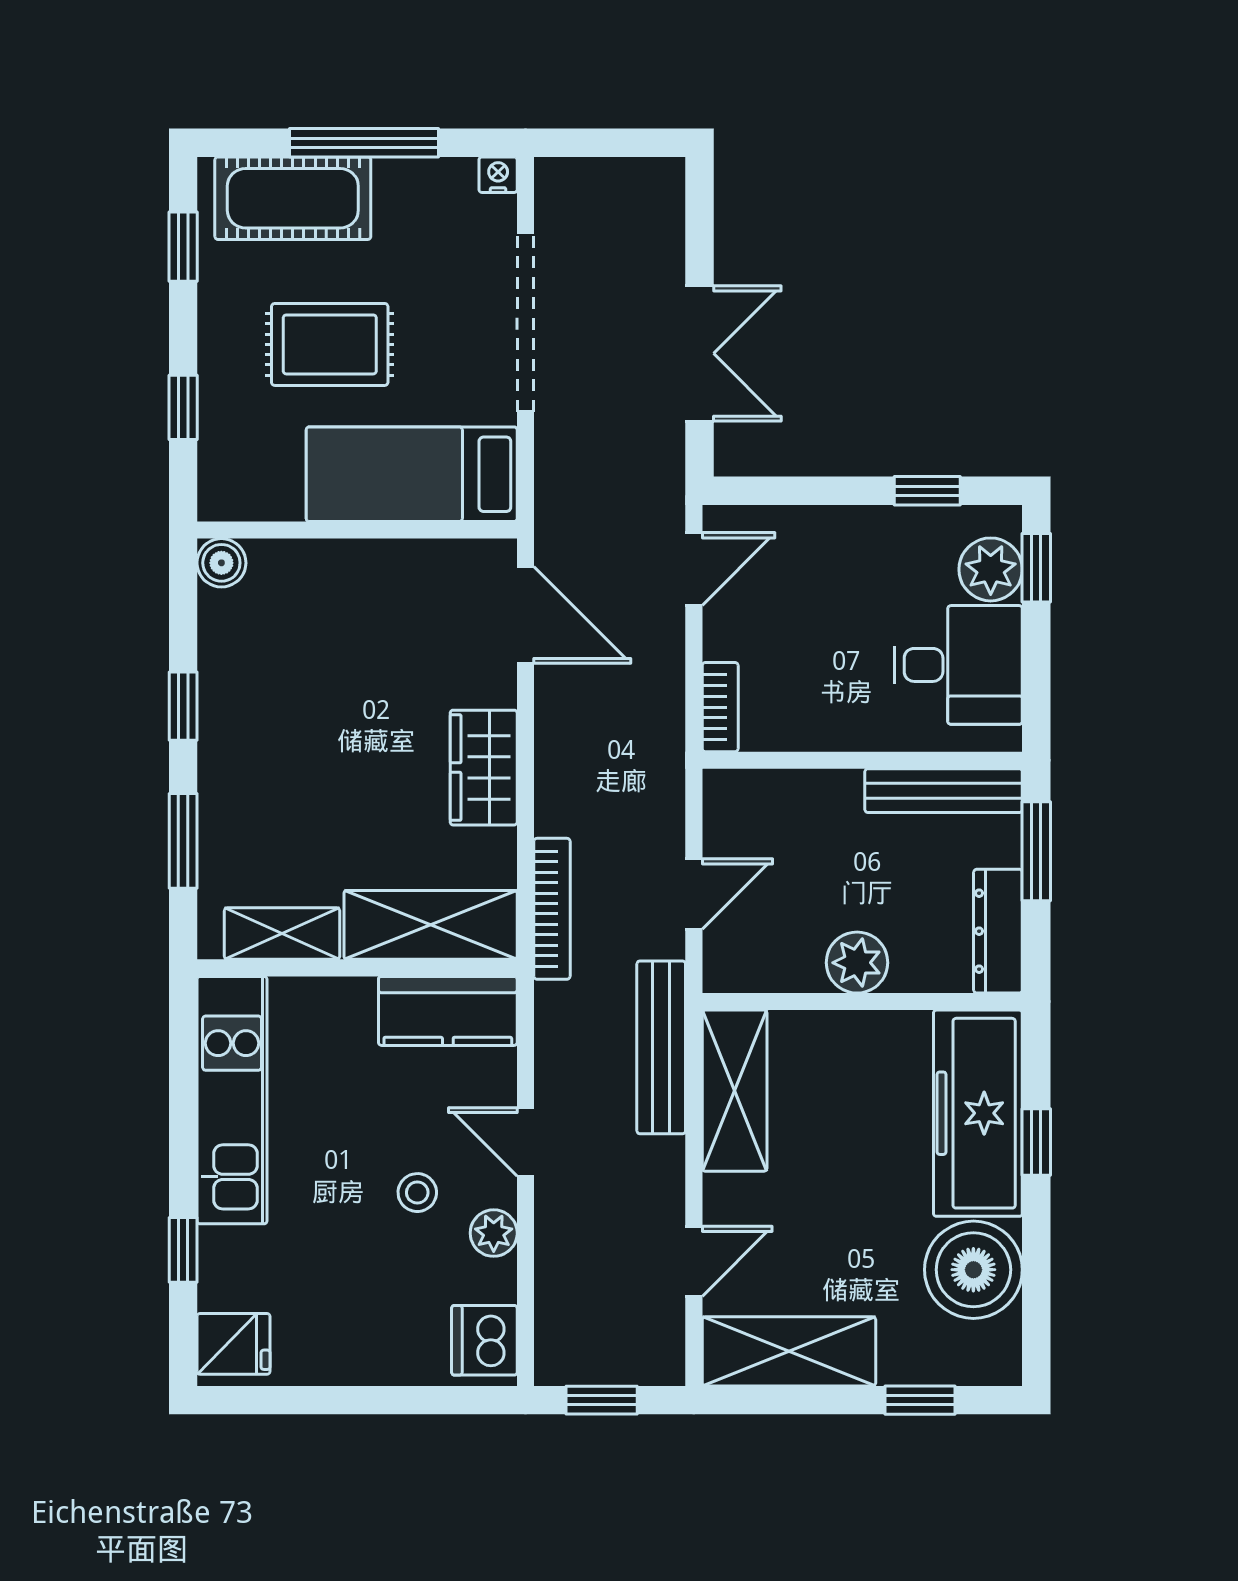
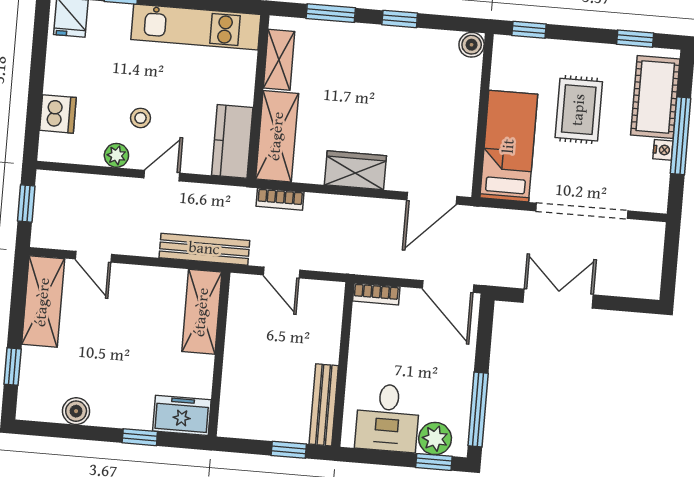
nightstand: (498, 175) -> (663, 150), moved
double door: (699, 353) -> (558, 299), swing flipped
window: (183, 407) -> (529, 30), moved
window: (927, 491) -> (478, 409), width x2.17
door: (694, 569) -> (448, 286), width x1.38
window: (1036, 851) -> (289, 450), width x0.67
bookcase: (552, 909) -> (280, 199), width x0.64
dresser: (998, 931) -> (249, 427), removed
plant: (857, 963) -> (239, 353), removed
shelving: (735, 1091) -> (202, 312), moved, turned 90
freezer: (978, 1113) -> (182, 415), width x0.52, depth x0.79
boiler: (973, 1270) -> (76, 411), width x0.54, depth x0.54
dishwasher: (484, 1340) -> (58, 114), moved, turned 90

